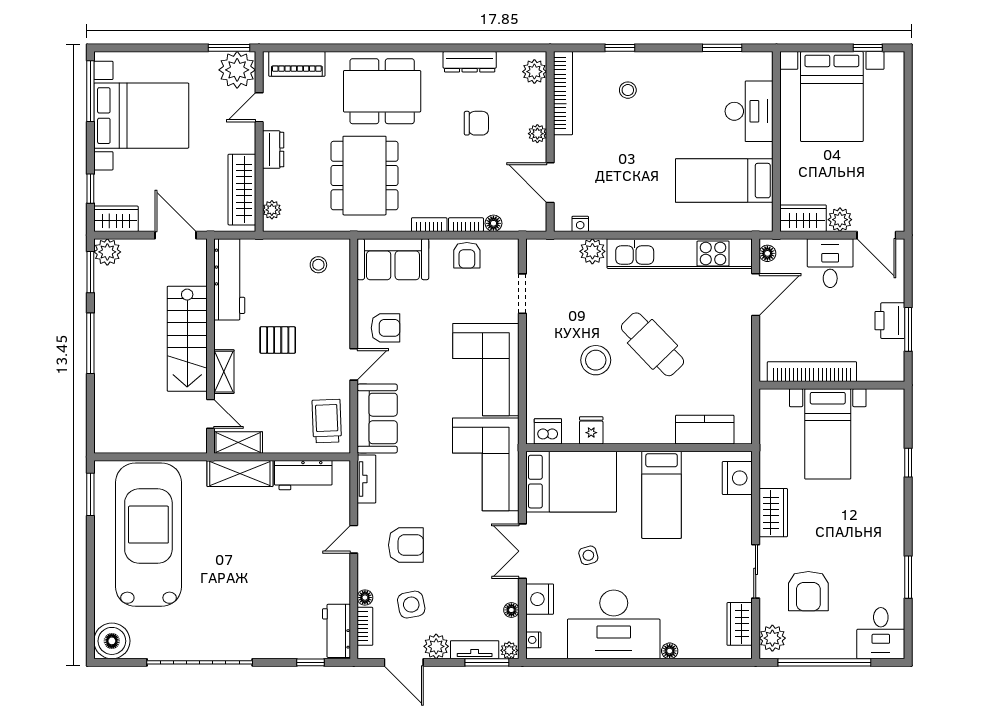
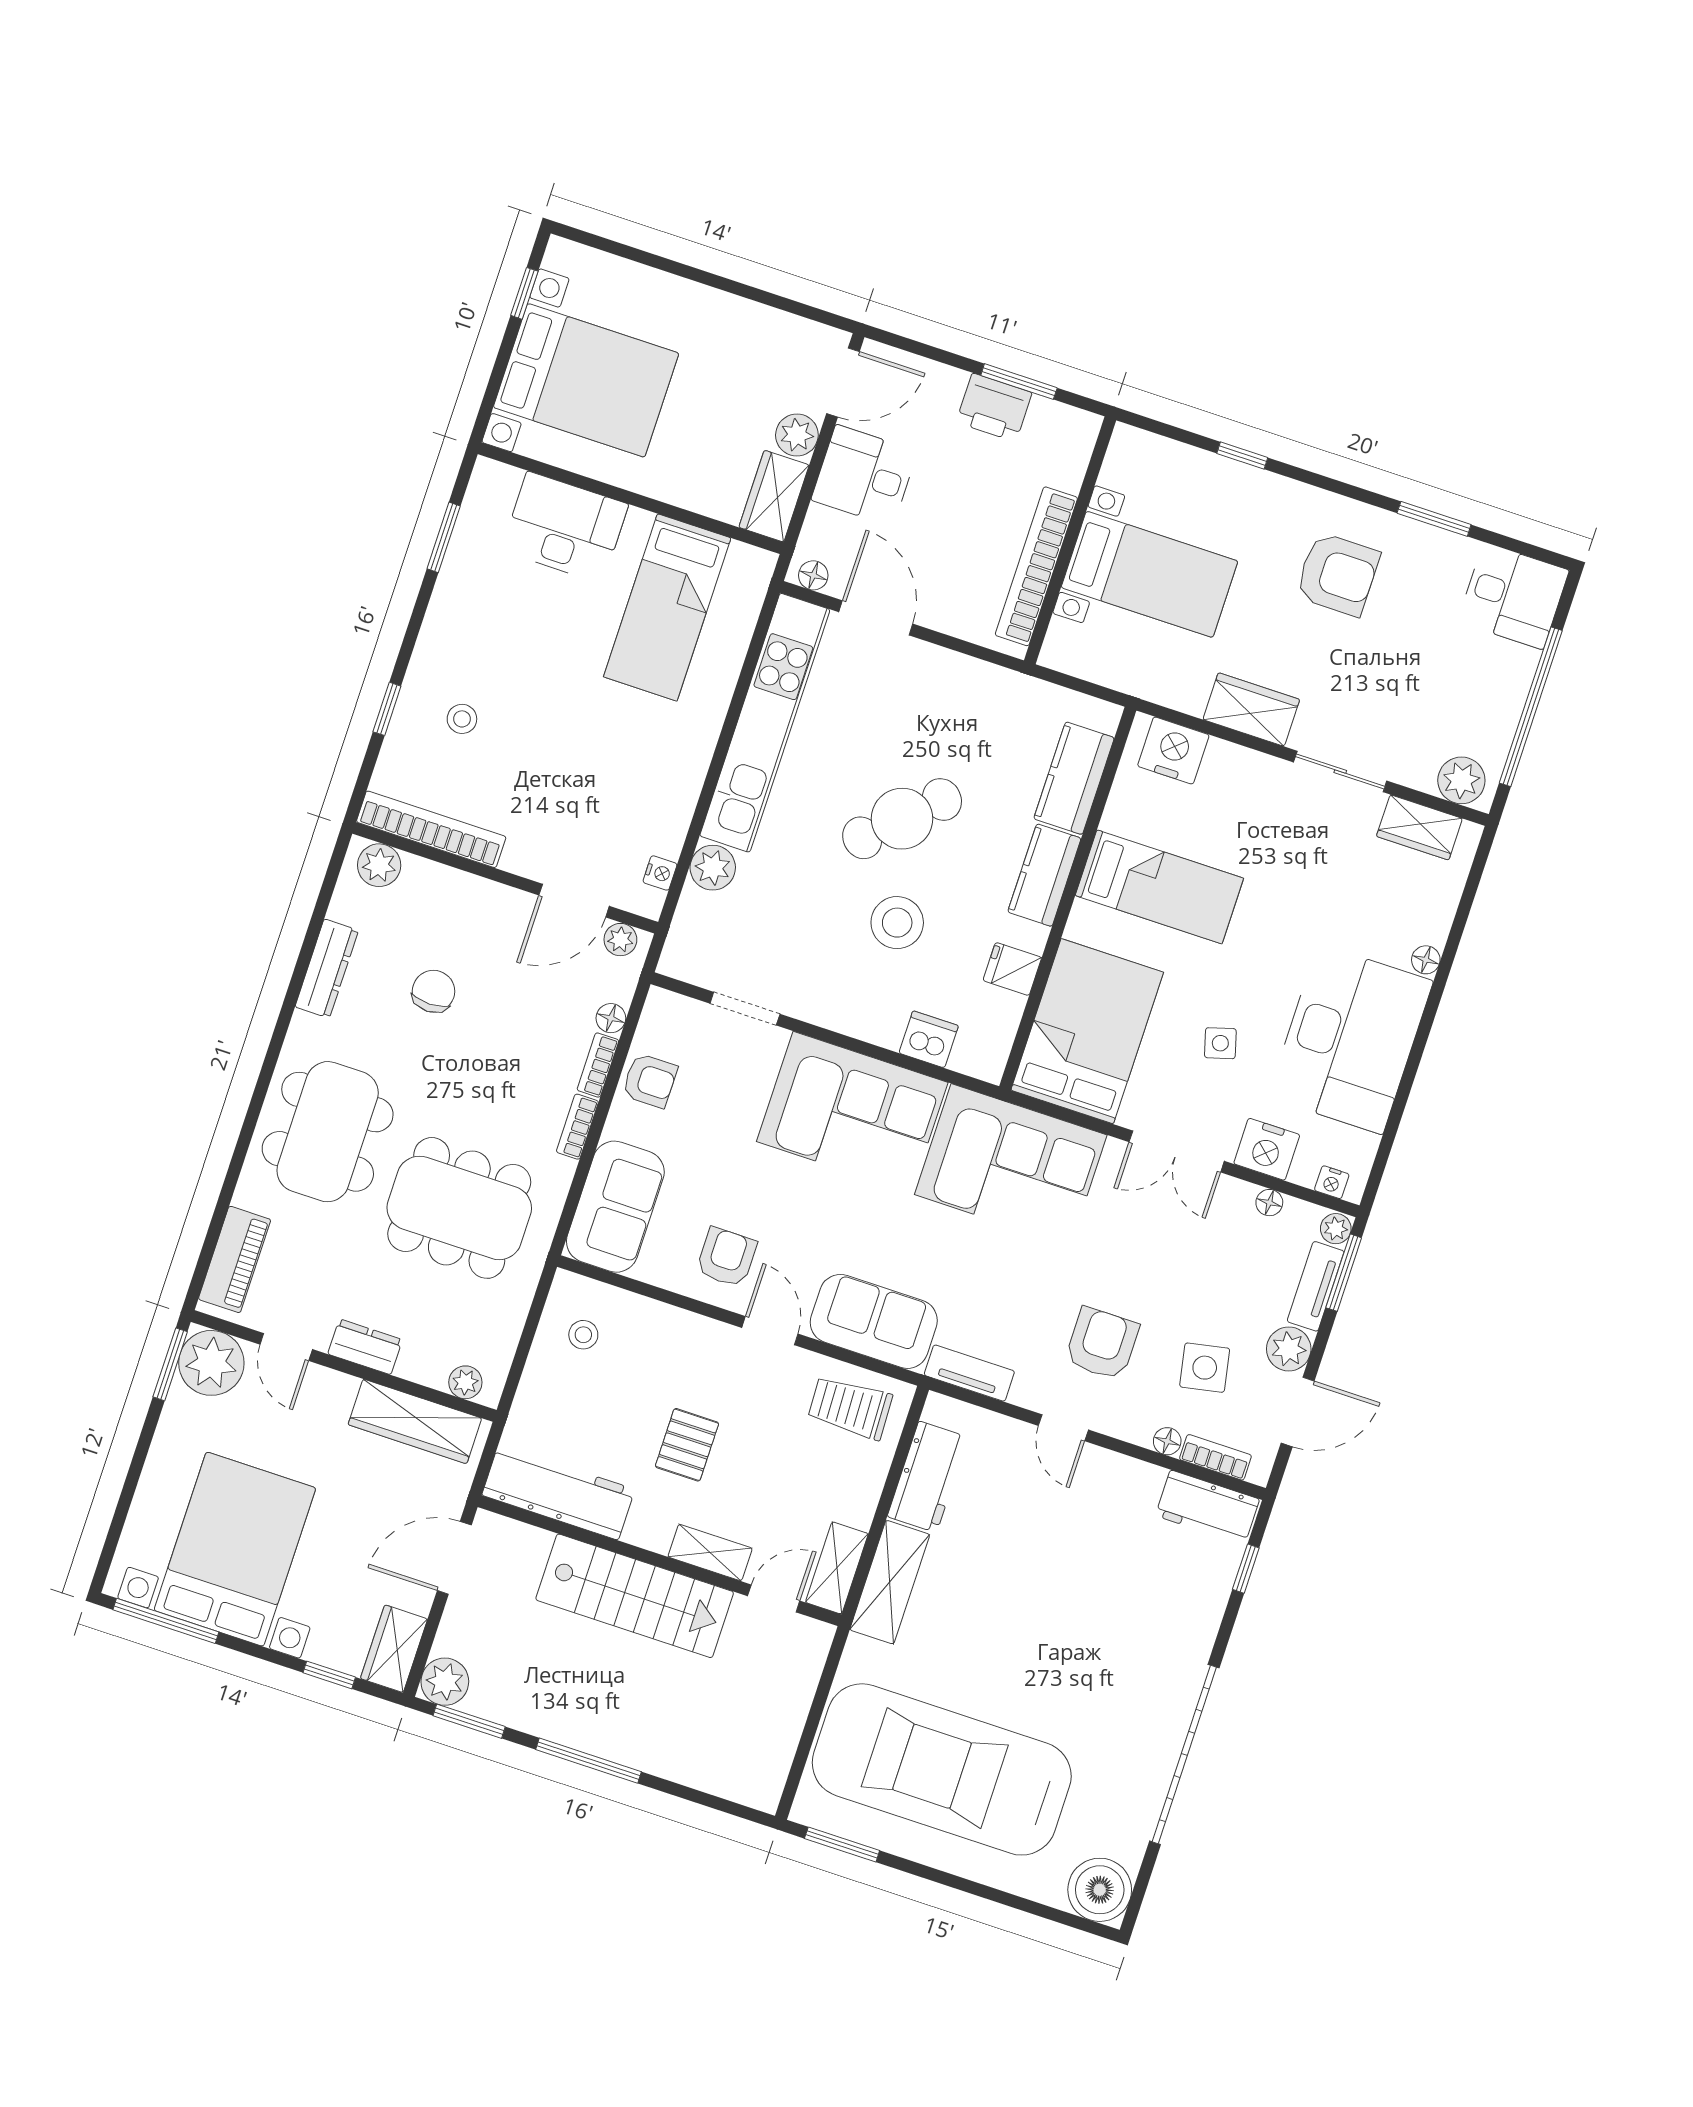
plant: (537, 134) -> (620, 940), moved
dishwasher: (548, 431) -> (929, 1039), moved, turned 90
kitchen counter: (647, 431) -> (1044, 875), added
armchair: (808, 591) -> (1338, 574), moved

